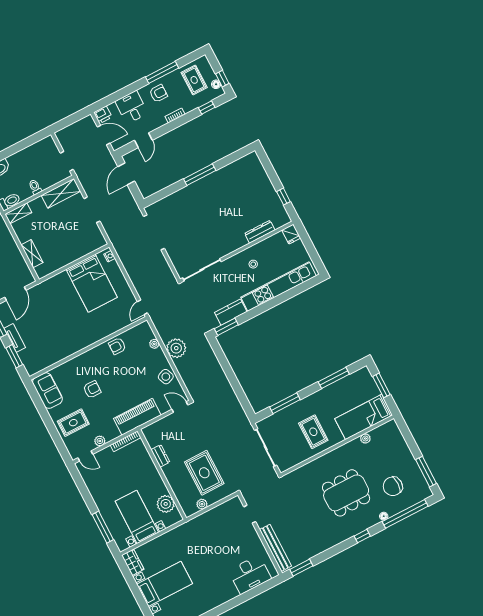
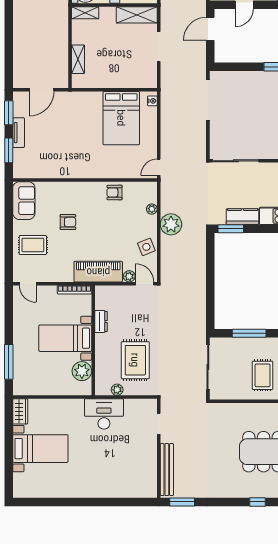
plant: (100, 441) -> (129, 276), moved
bed with nightstands: (137, 517) -> (65, 338), moved, turned -90
desk: (250, 575) -> (104, 414), moved, turned 180

